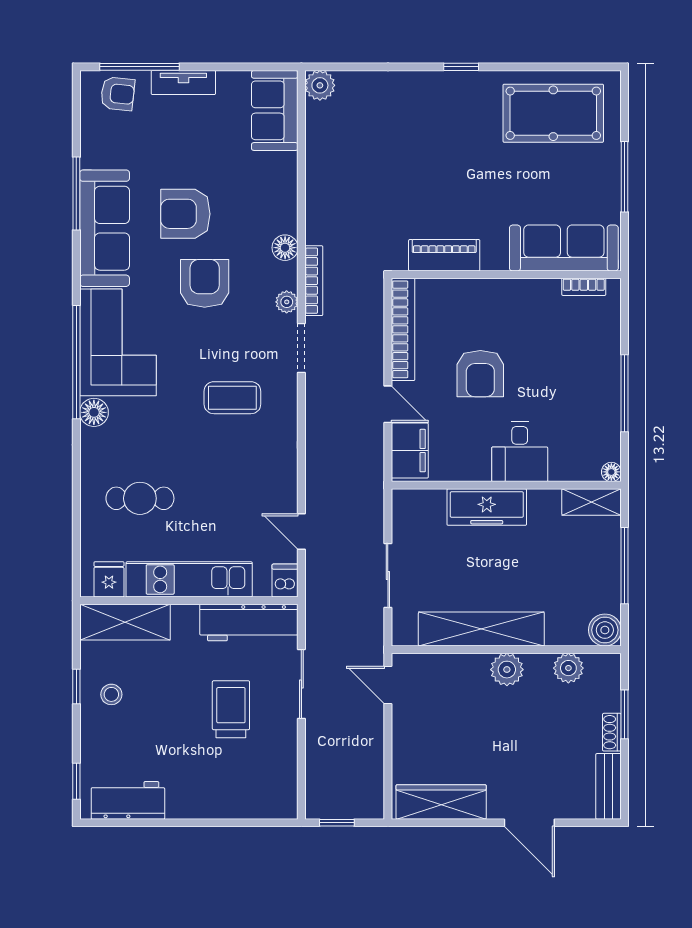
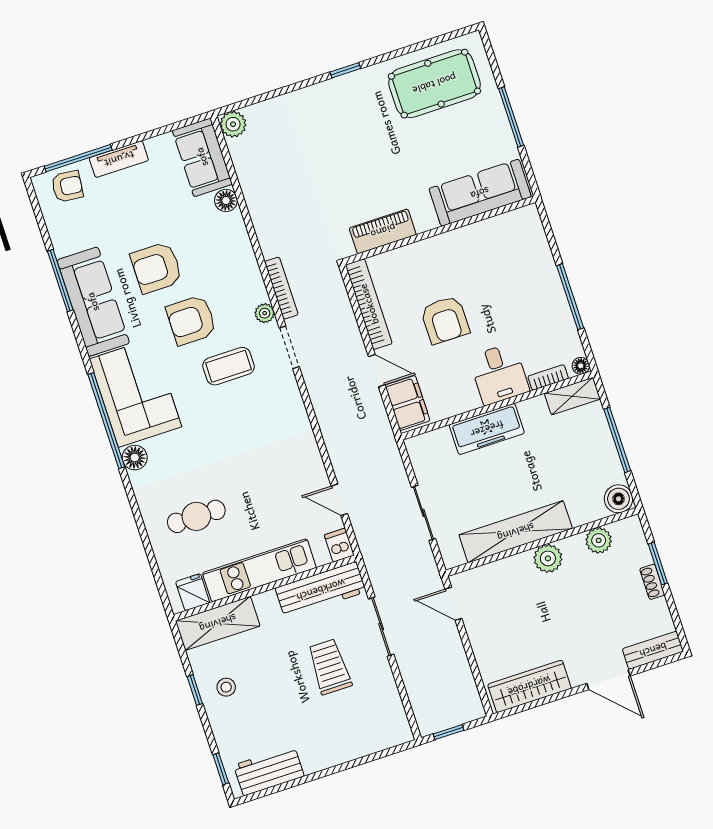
floor lamp: (285, 248) -> (226, 201), moved
armchair: (205, 283) -> (191, 320), turned -90
bookcase: (584, 287) -> (548, 377), moved, turned 180
coffee table: (232, 398) -> (229, 366), moved
bench: (608, 786) -> (653, 650), moved, turned 90

